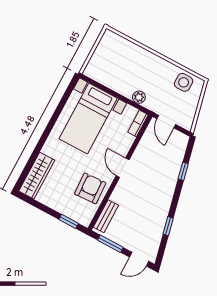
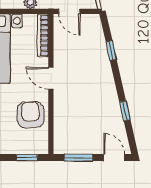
bookcase: (138, 123) -> (43, 35), width x1.56
bench: (106, 216) -> (60, 133), removed
door: (139, 259) -> (114, 158), swing flipped

